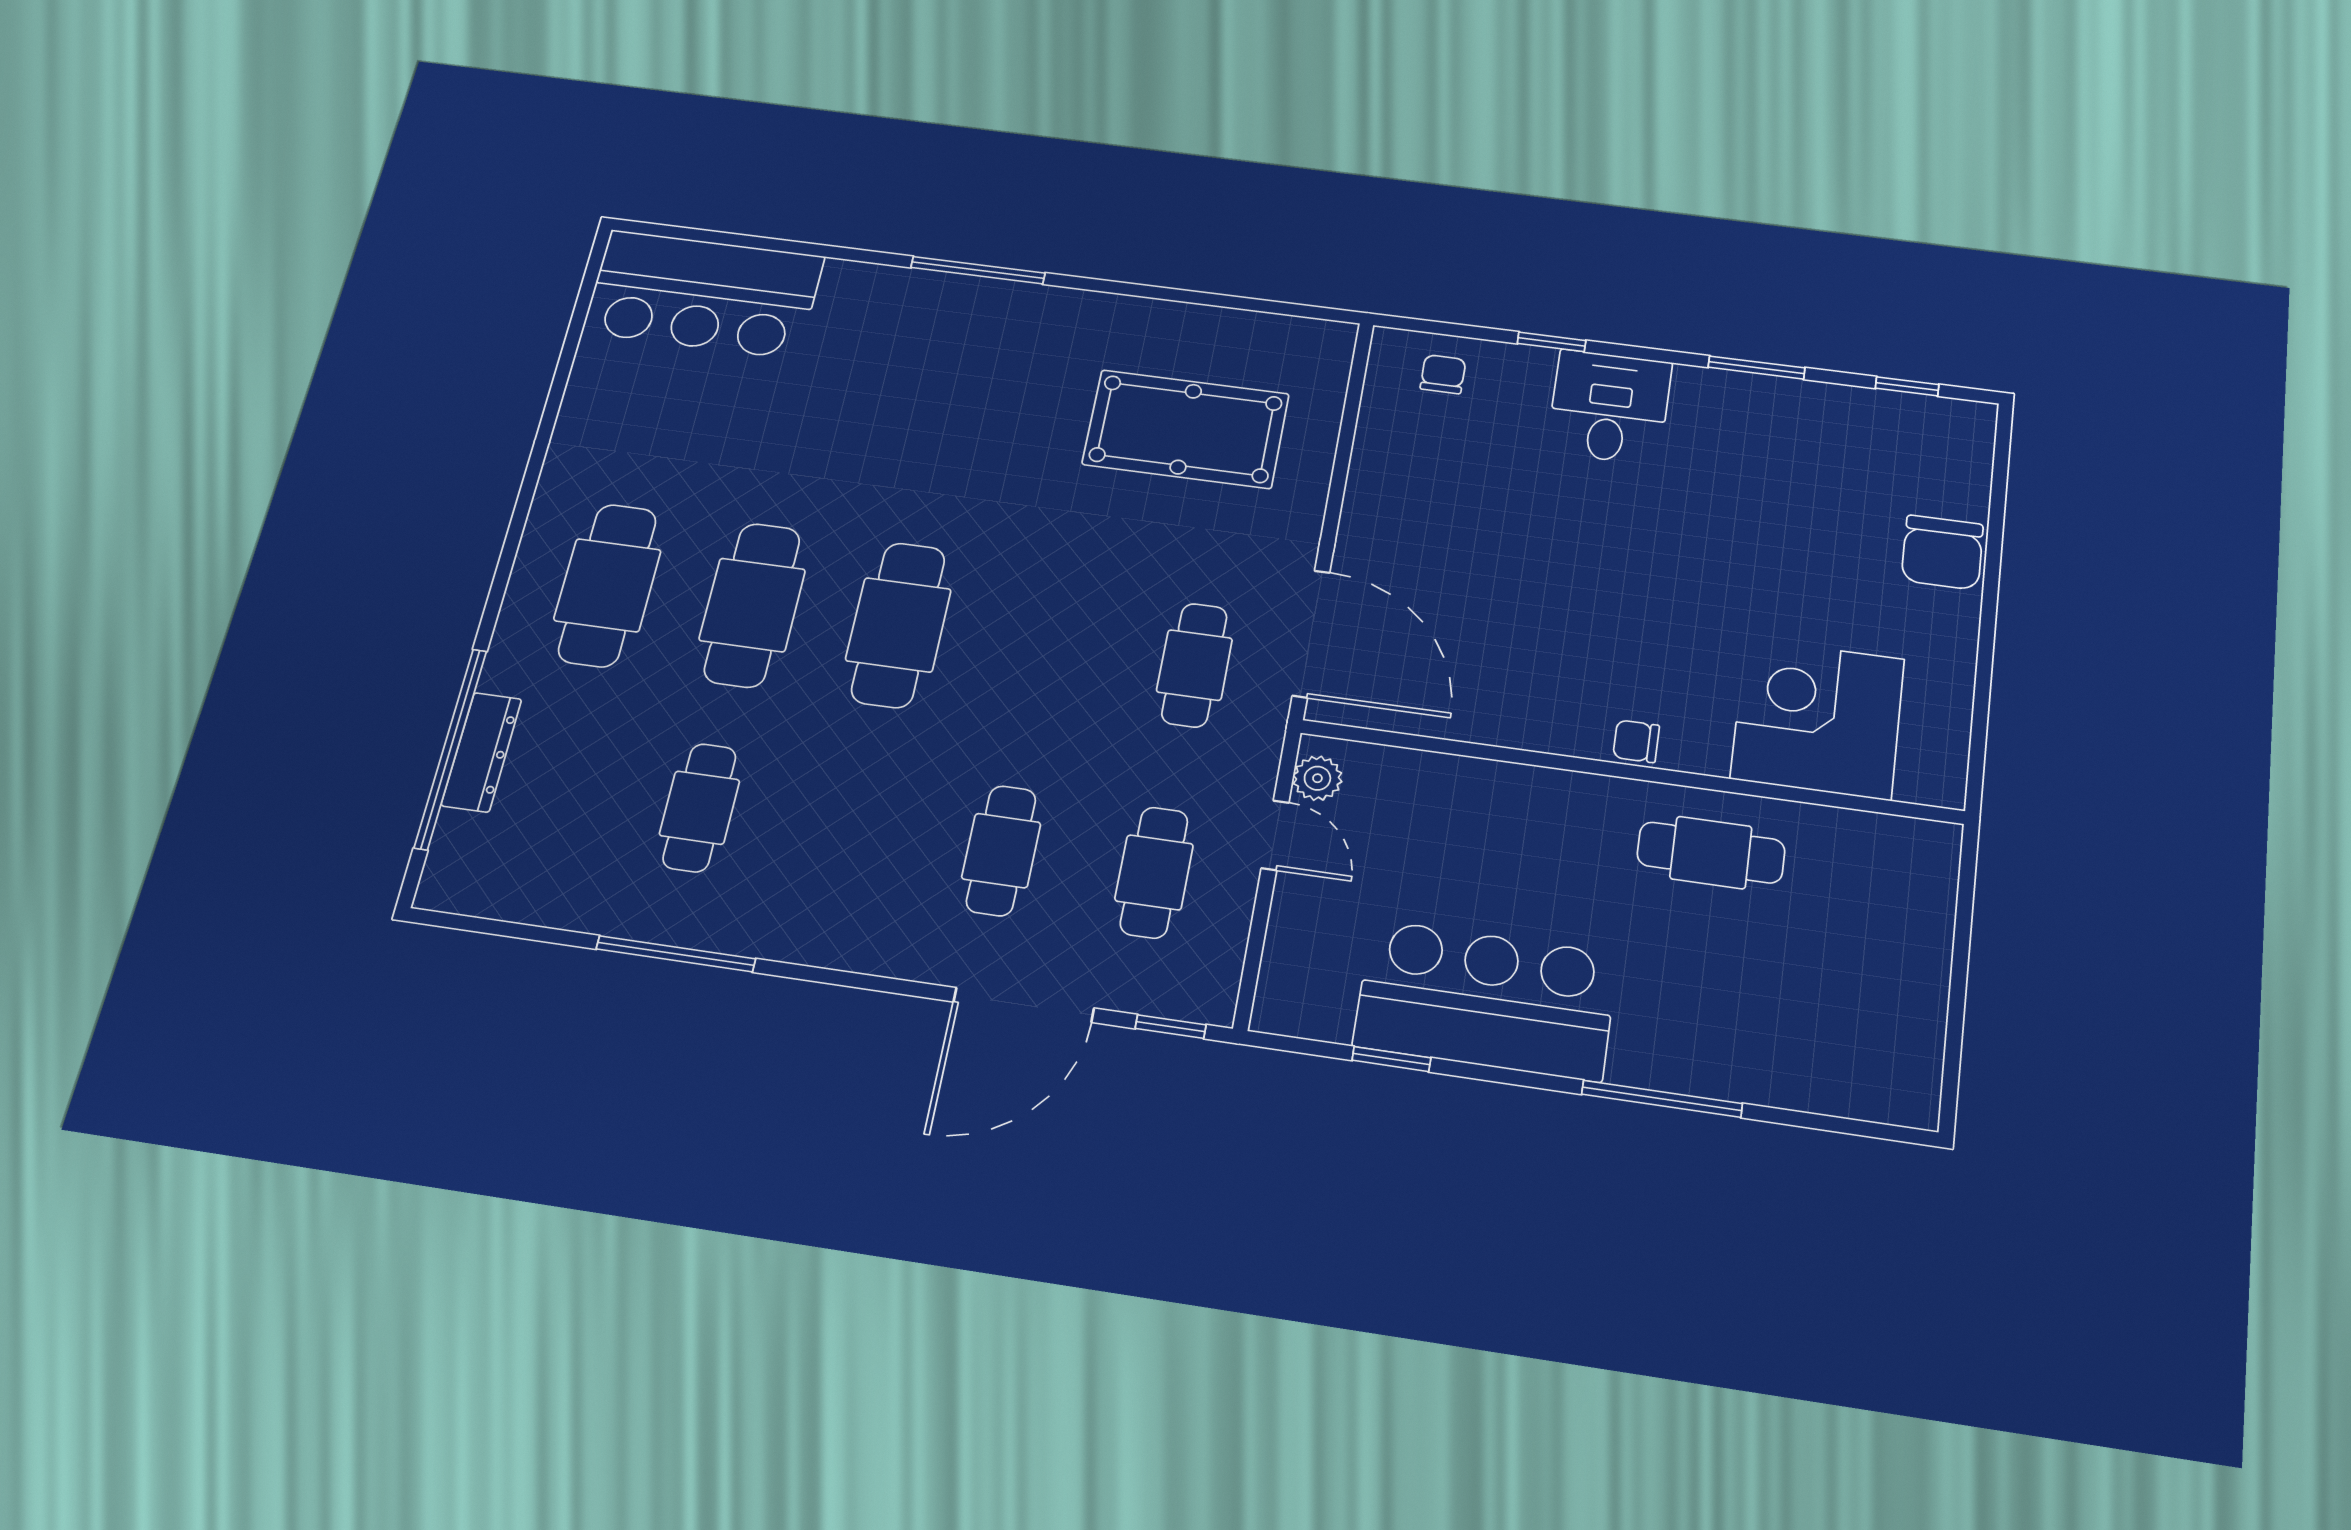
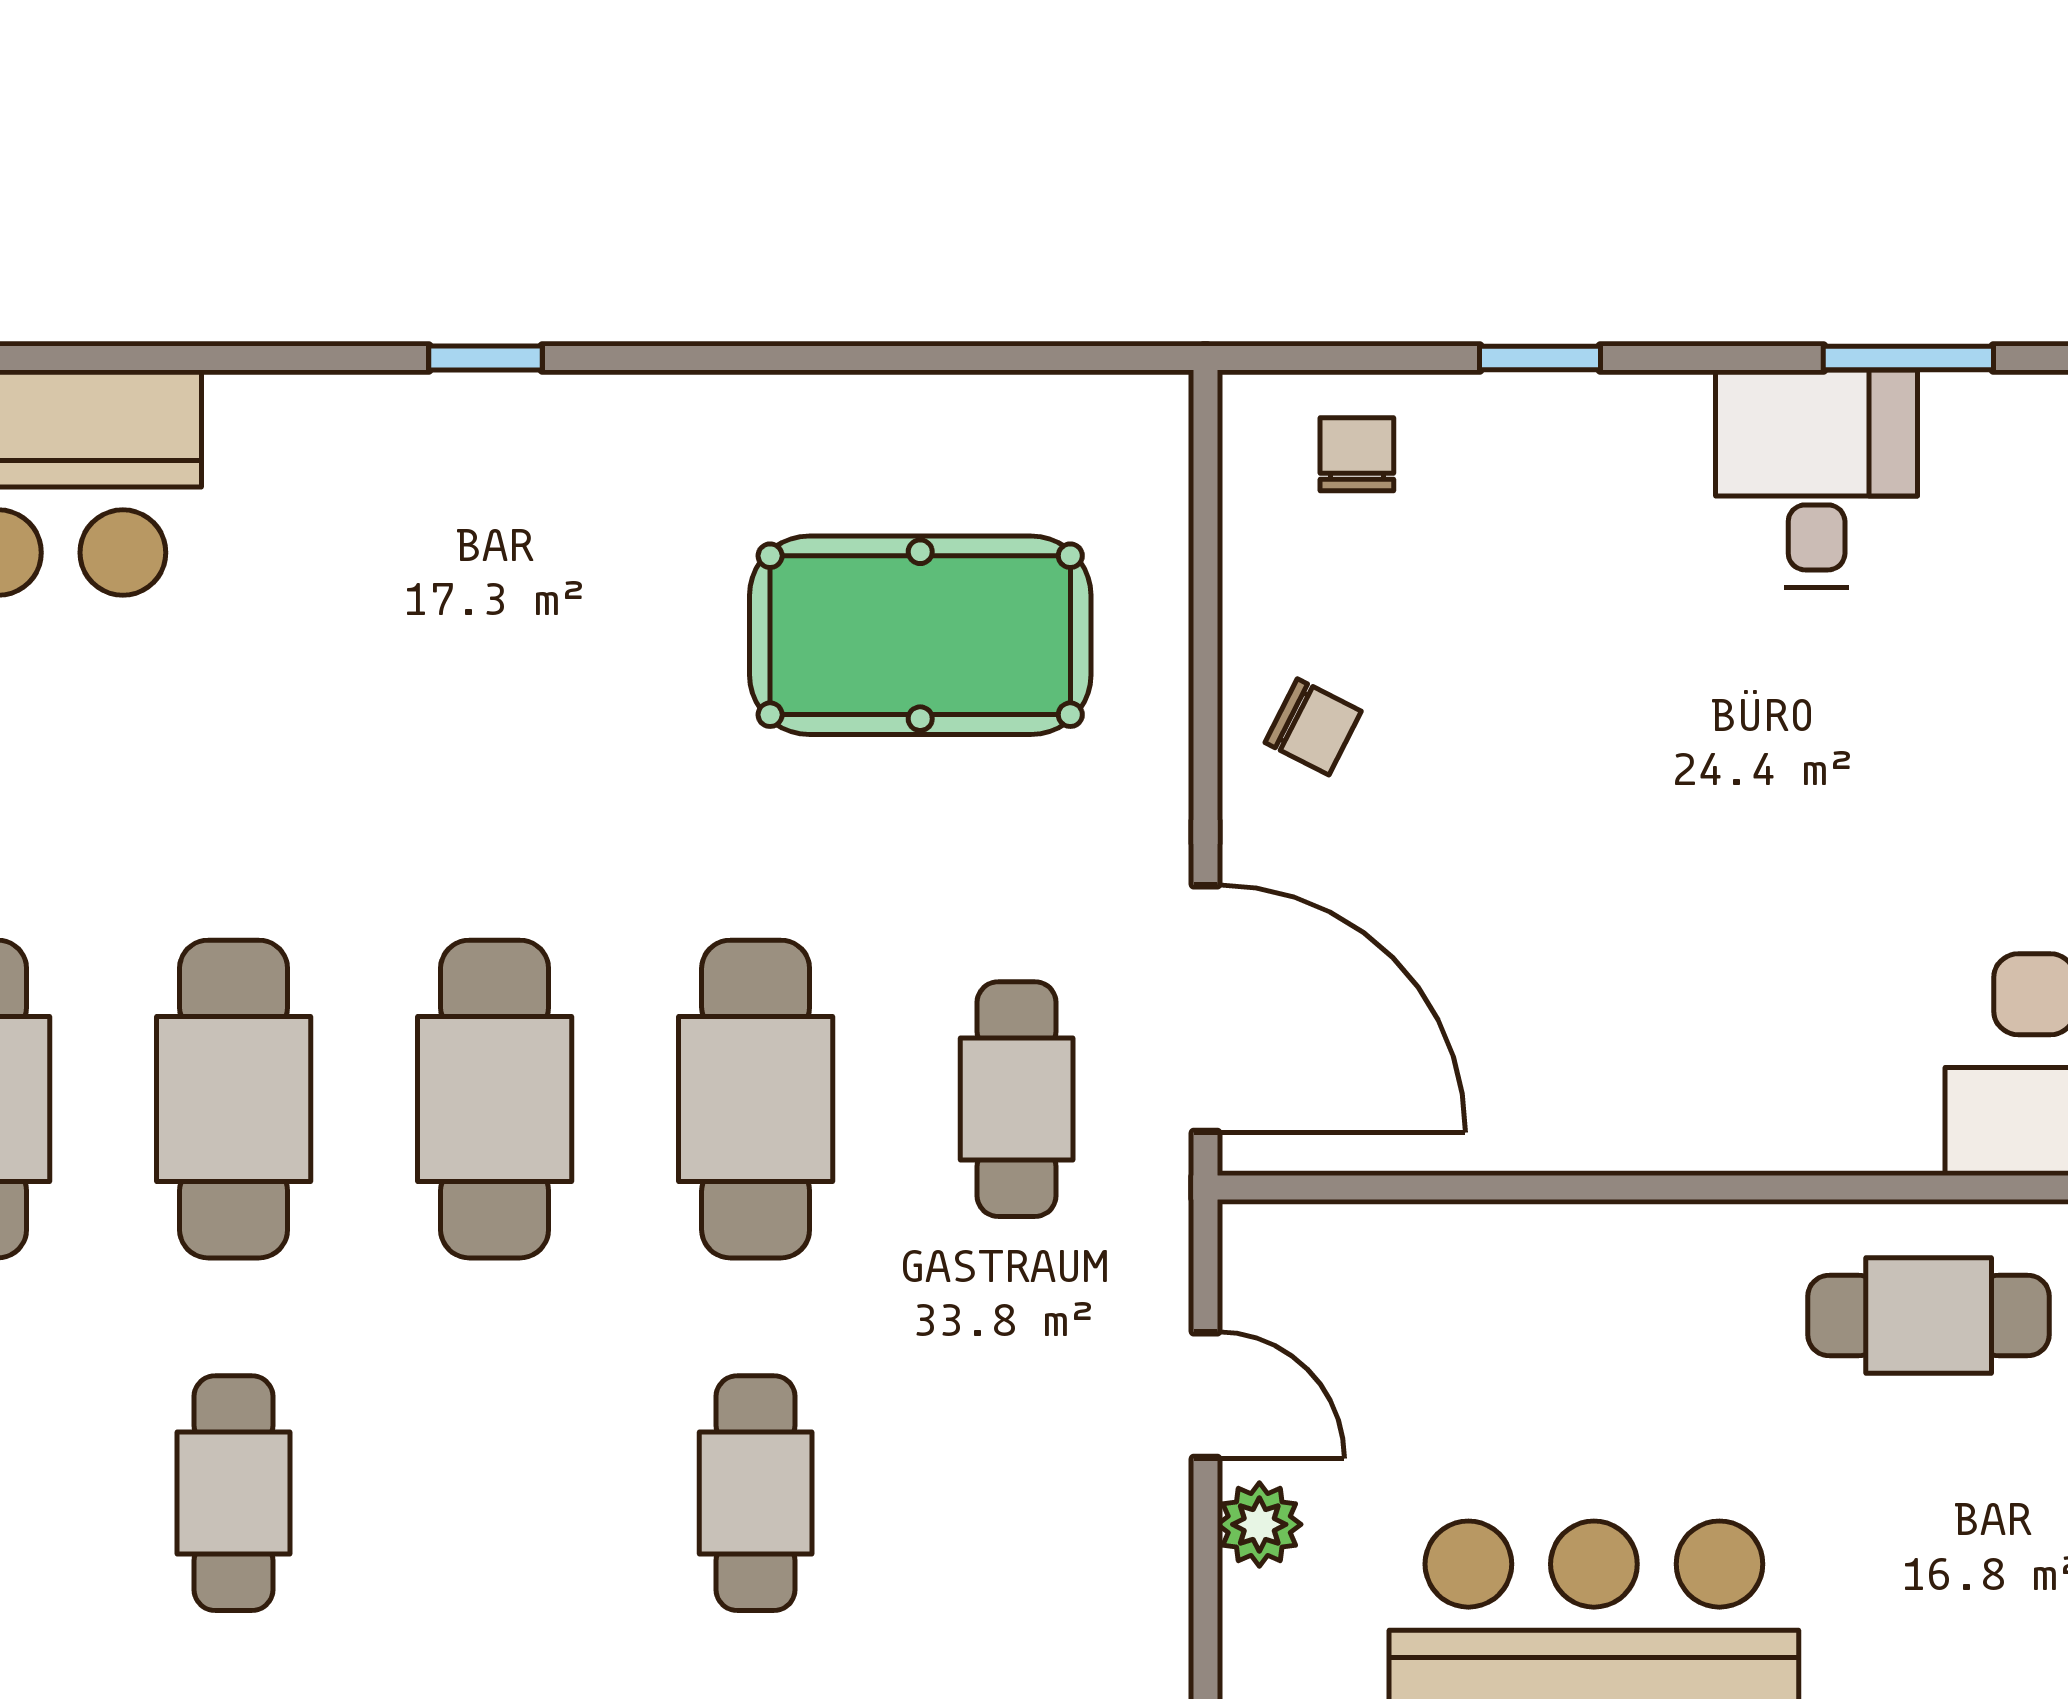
window: (978, 270) -> (485, 358), width x0.46
desk: (1609, 407) -> (1817, 479), moved
chair: (1636, 741) -> (1313, 727), moved, turned -153
plant: (1317, 778) -> (1259, 1524), moved
cafe table: (1154, 872) -> (756, 1099), moved, width x1.37, depth x1.35

